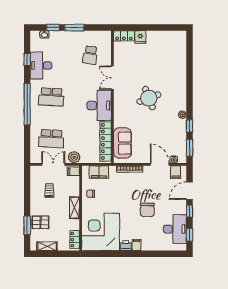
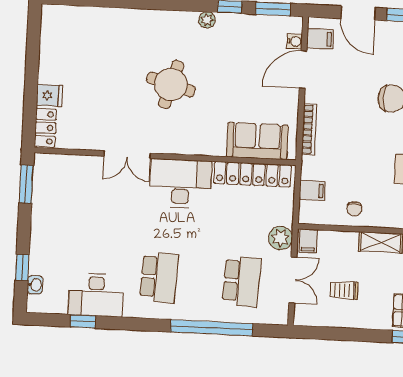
window: (74, 28) -> (26, 184), moved
school desk: (90, 55) -> (80, 196), removed
round table: (149, 98) -> (171, 84), turned 37
window: (27, 104) -> (212, 328), moved
double door: (53, 164) -> (293, 280), swing flipped
filing cabinet: (99, 172) -> (312, 191), width x0.50

